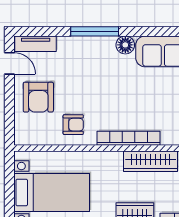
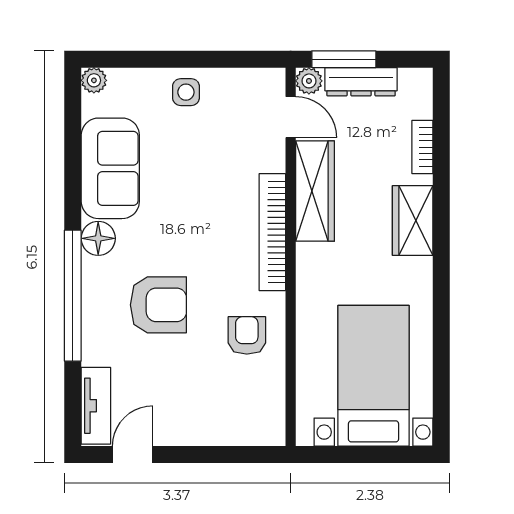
window: (95, 31) -> (73, 296), width x1.46
armchair: (38, 97) -> (158, 305), moved

